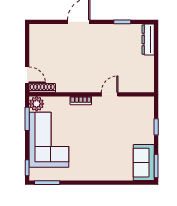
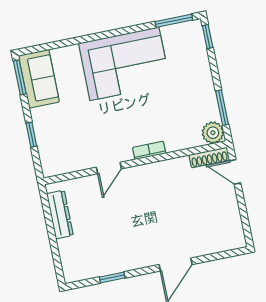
dresser: (148, 40) -> (60, 215), moved
corner sofa: (49, 140) -> (124, 64), moved, turned -90

